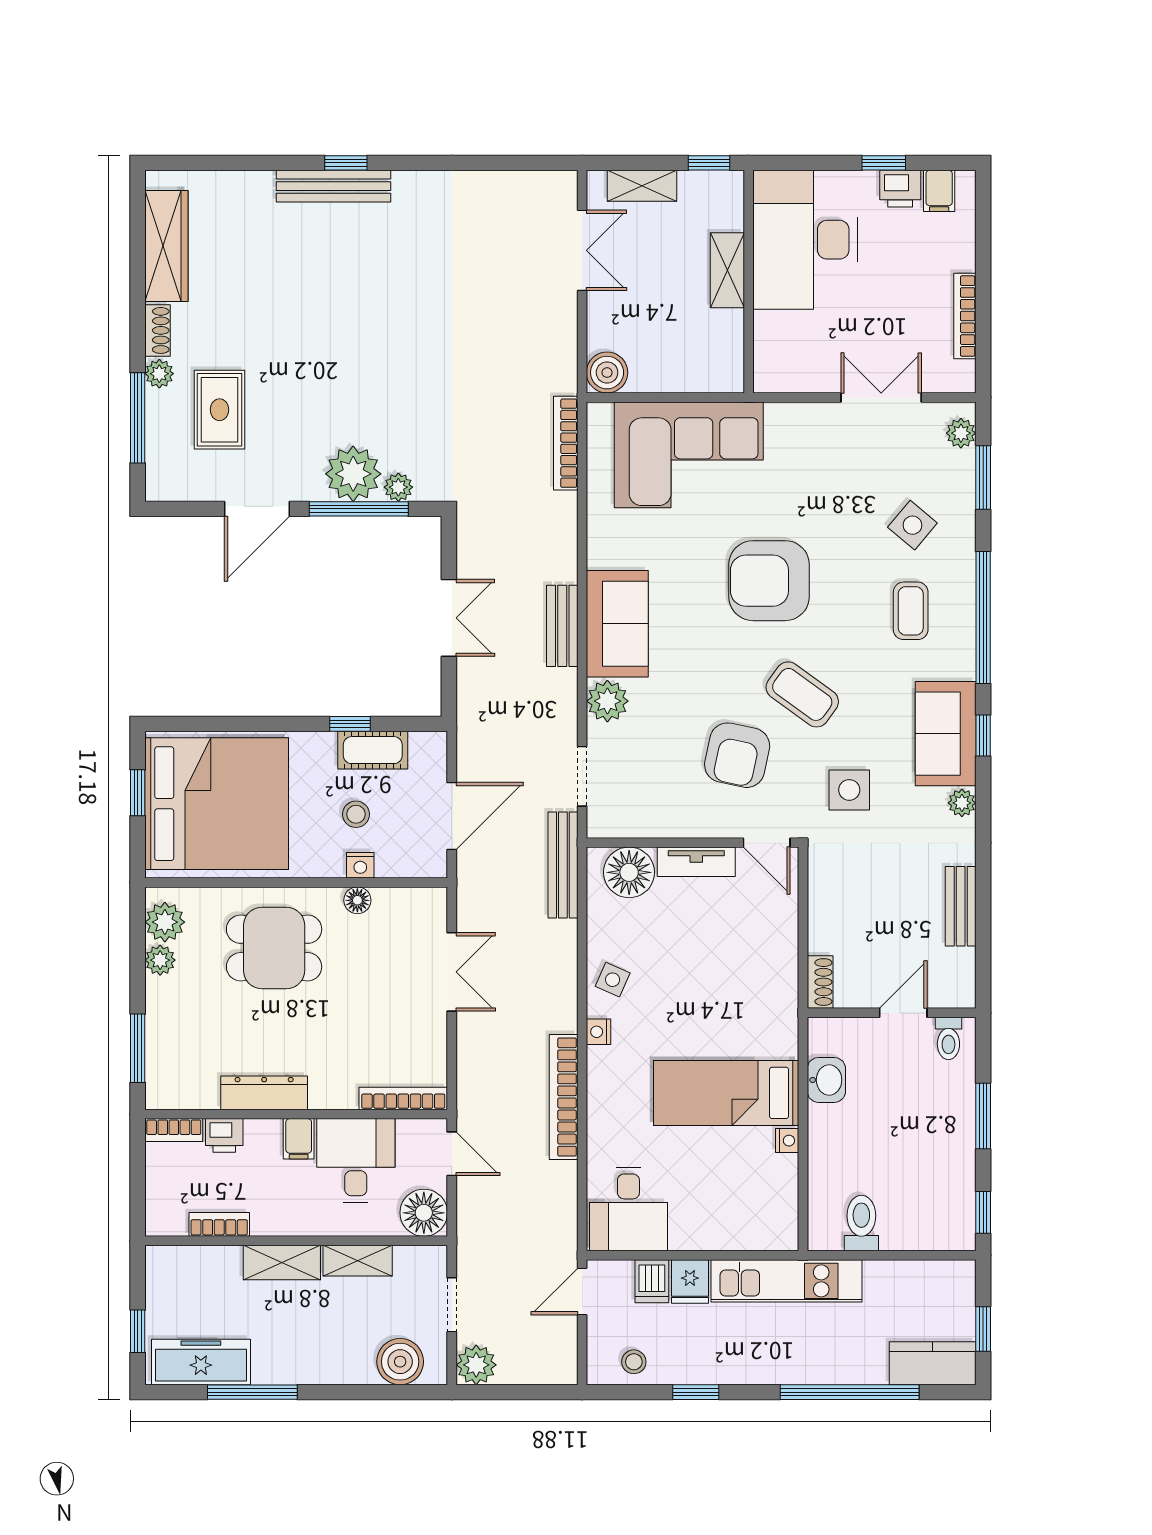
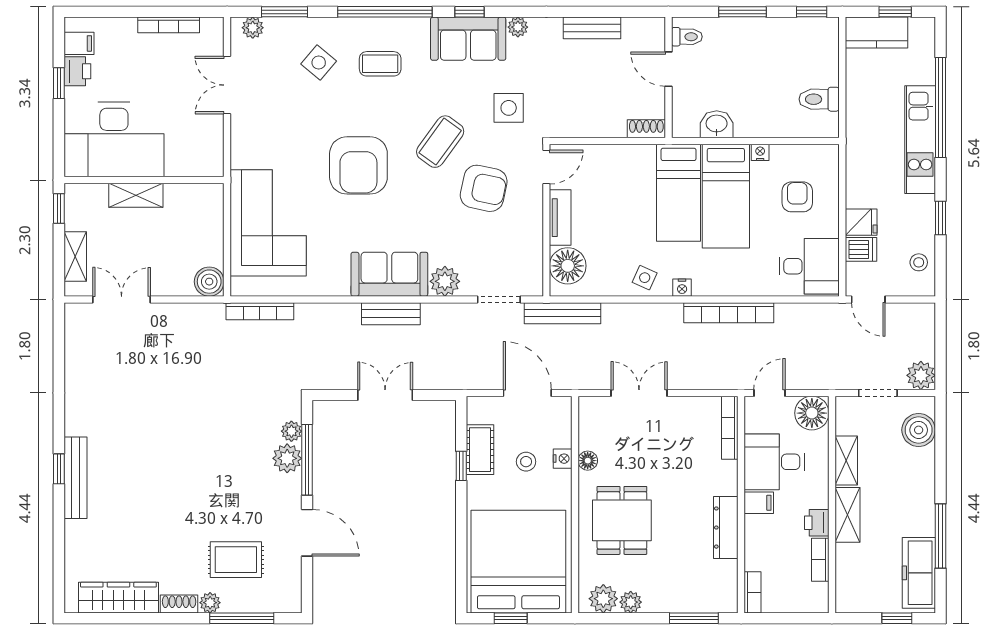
plant: (353, 474) -> (287, 458), width x0.73, depth x0.73
bed: (731, 1027) -> (679, 193), added
printer: (224, 1135) -> (817, 523), moved, turned 180
armchair: (725, 1192) -> (797, 197), added
kitchen unit: (787, 1281) -> (920, 140), moved, turned 180
kitchen counter: (933, 1363) -> (876, 33), moved, turned -90

